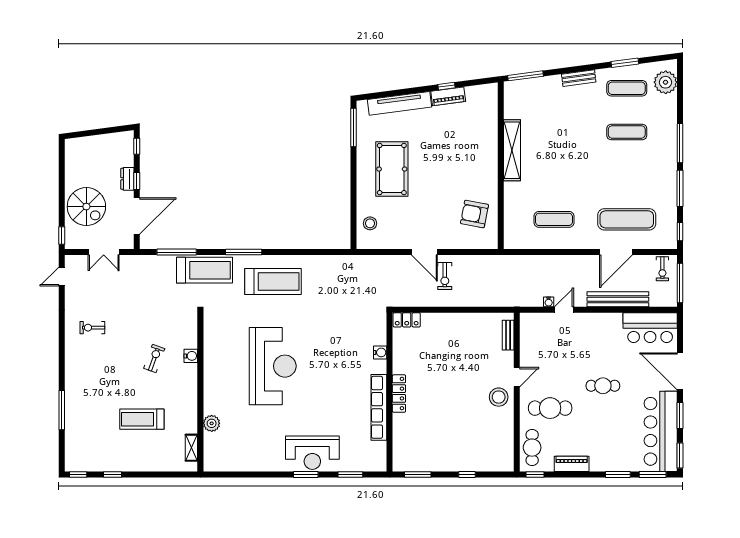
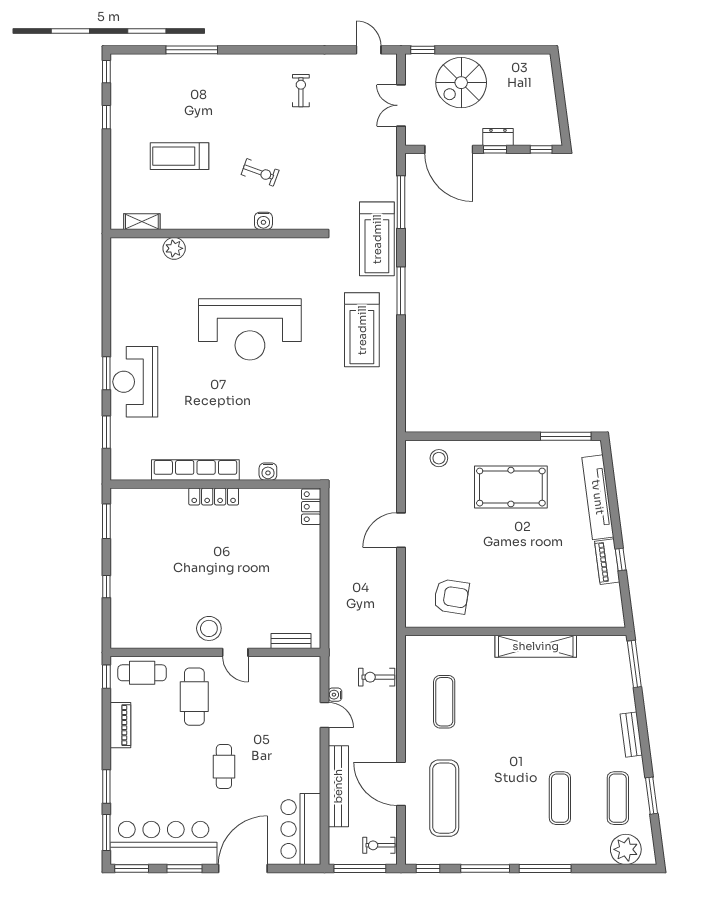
armchair: (474, 214) -> (451, 596), turned 88
exercise bike: (445, 276) -> (377, 677), moved
treadmill: (142, 419) -> (180, 156), turned -90

